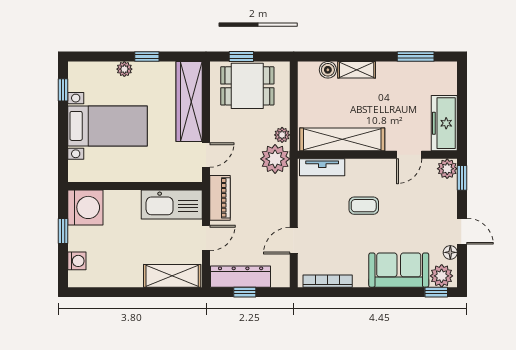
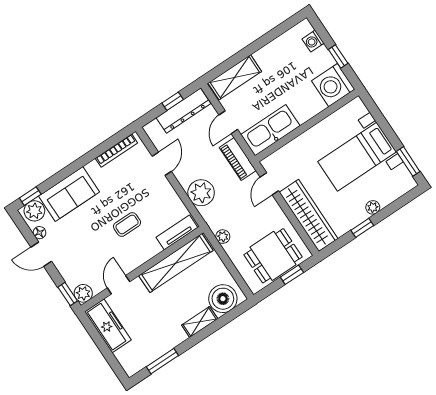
boiler: (328, 70) -> (223, 299), width x1.86, depth x1.86
window: (63, 90) -> (408, 161), width x1.50
plant: (275, 159) -> (201, 193), moved

